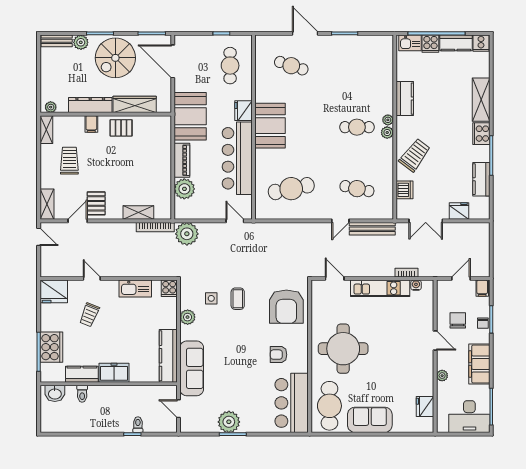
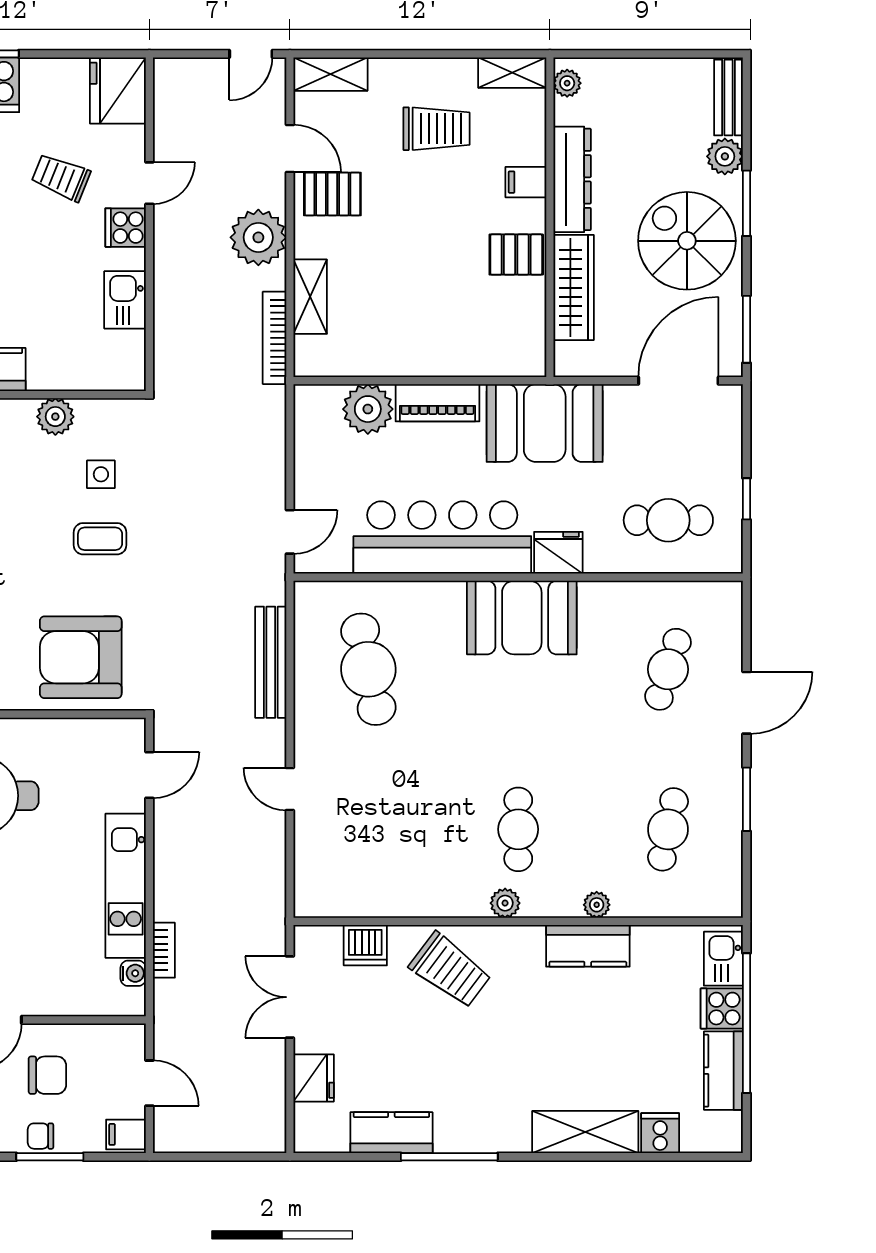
cooker: (481, 43) -> (660, 1133), moved, turned 90
plant: (388, 120) -> (597, 905), moved
pallet: (121, 128) -> (516, 255), turned 90
cooker: (481, 134) -> (503, 1133), removed
cafe table: (357, 189) -> (668, 829), moved
bench: (372, 229) -> (271, 662), moved
plant: (187, 234) -> (258, 237), moved
kitchen sink: (135, 288) -> (125, 300), width x0.73
cooker: (169, 288) -> (126, 228), moved

